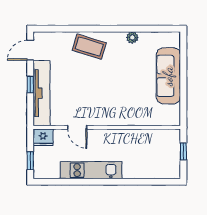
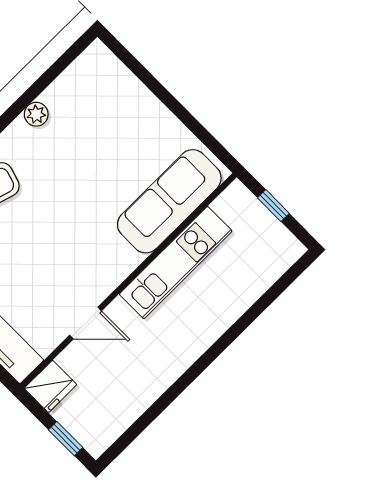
sofa: (168, 76) -> (169, 201), moved, turned 90
kitchen unit: (91, 170) -> (176, 263), moved, turned 180

